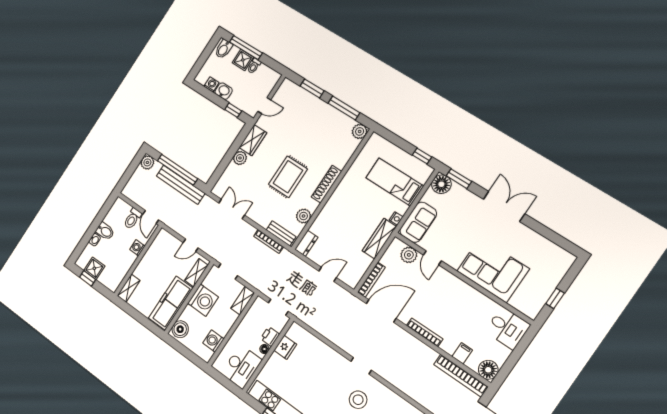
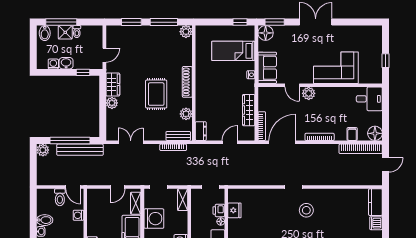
wardrobe: (379, 239) -> (249, 110), moved
plant: (409, 255) -> (309, 93), moved

